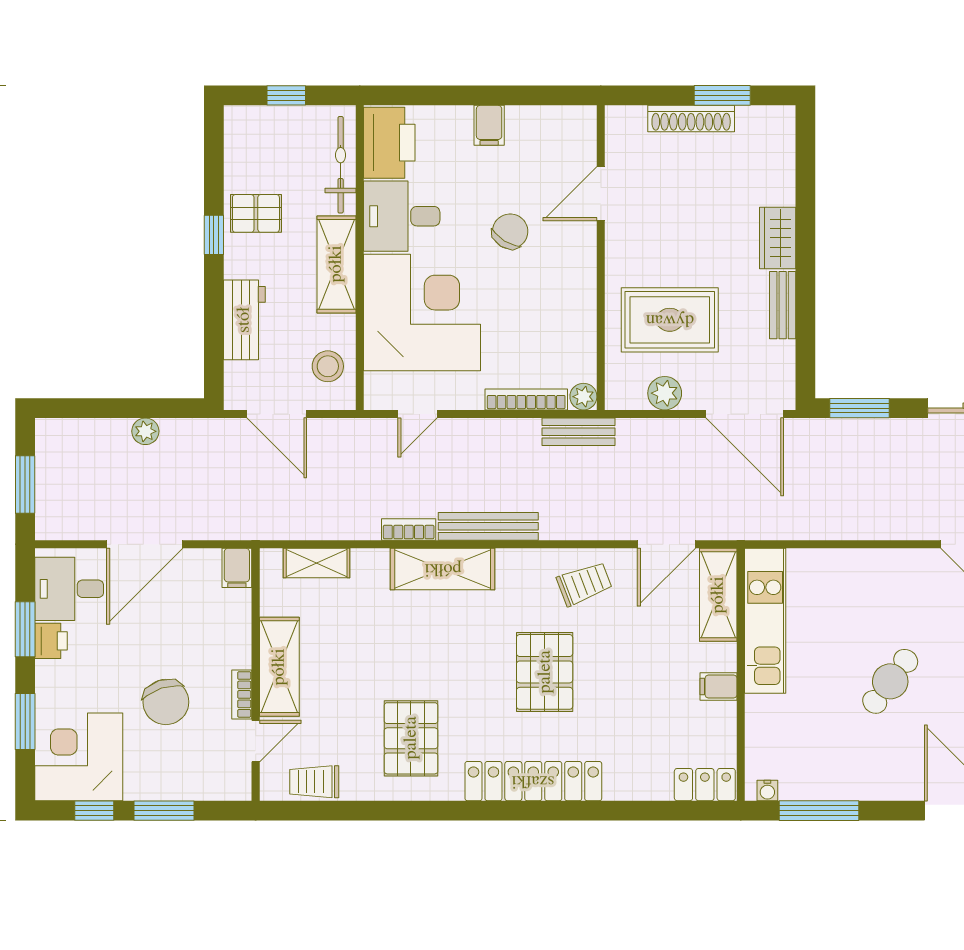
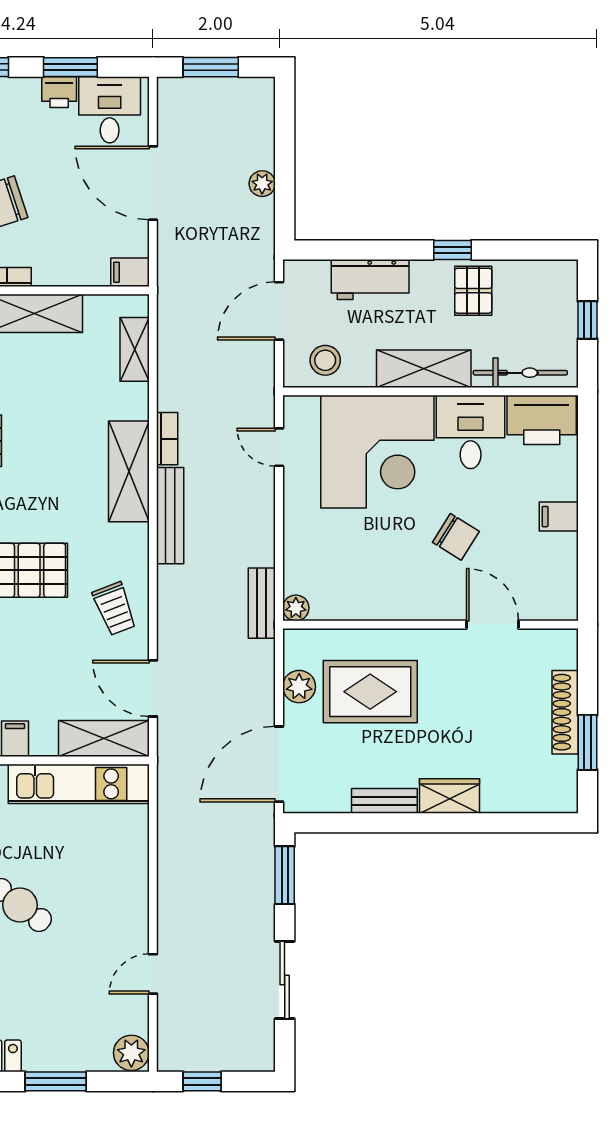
rug: (670, 320) -> (370, 692), turned 90
bookcase: (526, 399) -> (293, 552), removed

